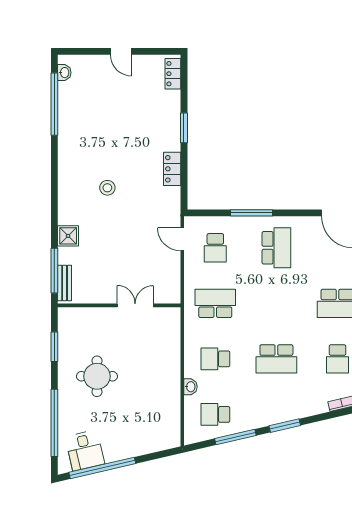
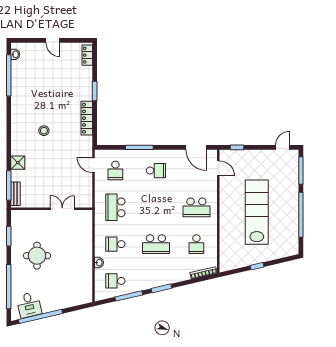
locker: (172, 169) -> (87, 118), width x1.53
school desk: (276, 248) -> (156, 171), width x0.54
school desk: (215, 303) -> (115, 207), turned -90

